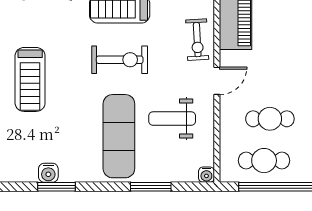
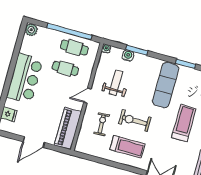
exercise bike: (197, 40) -> (102, 124), moved
weight bench: (172, 119) -> (116, 83), turned -90
exercise mat: (119, 136) -> (166, 85), moved
water cooler: (48, 173) -> (128, 56), moved

